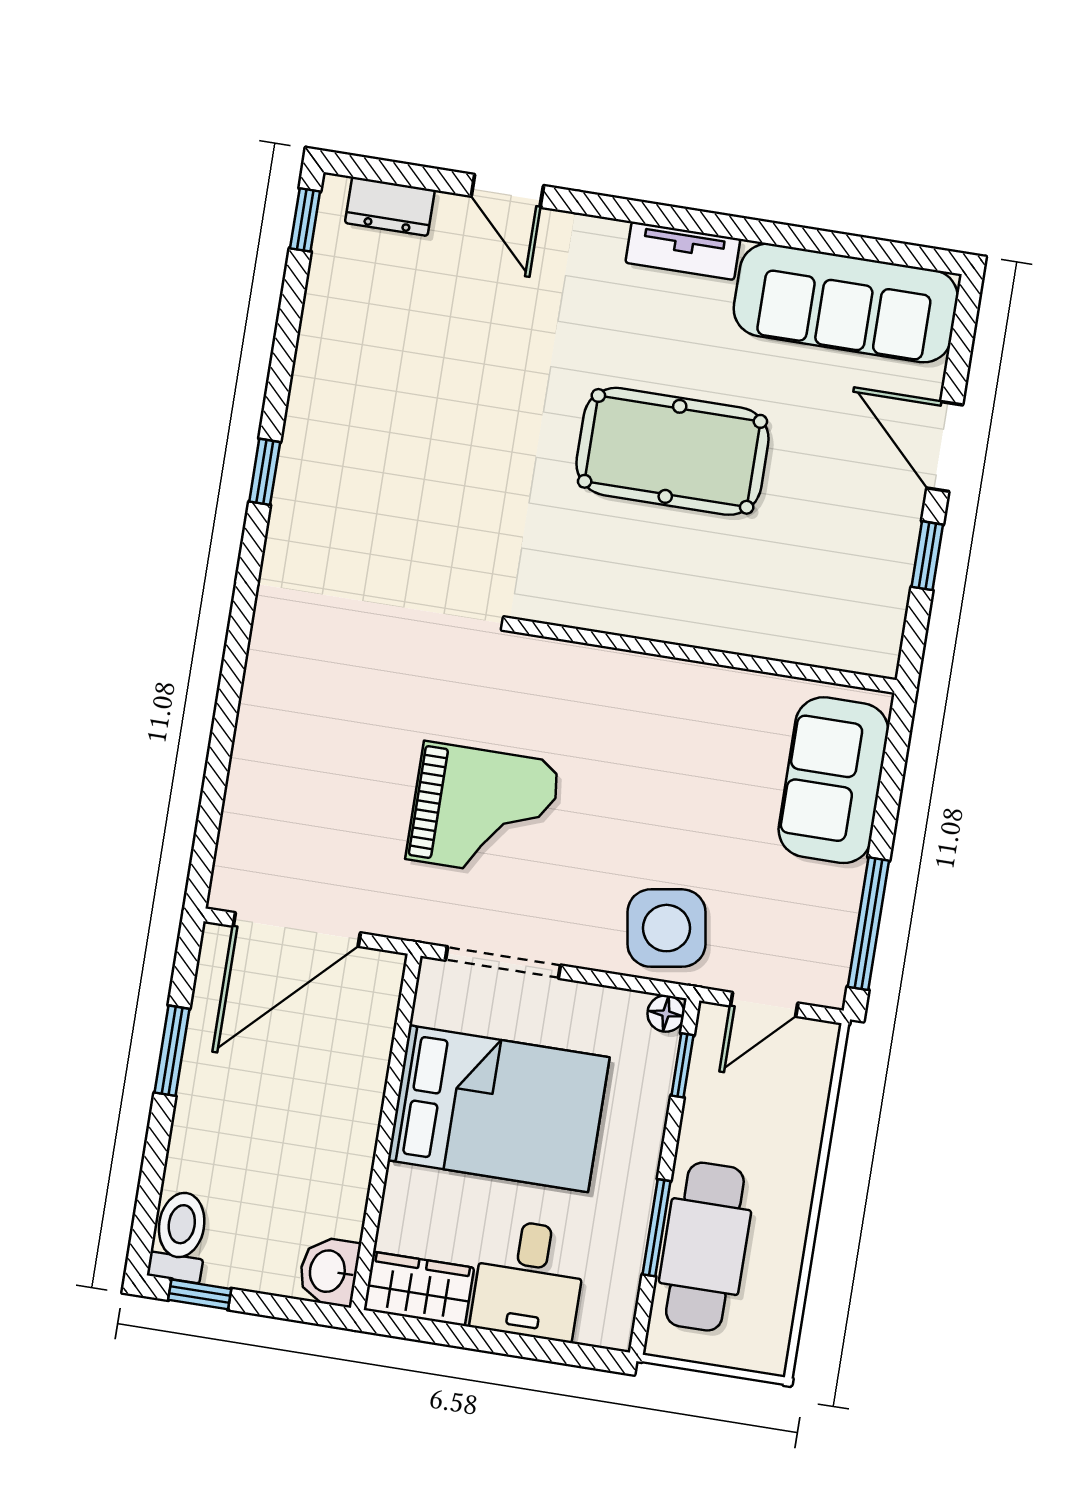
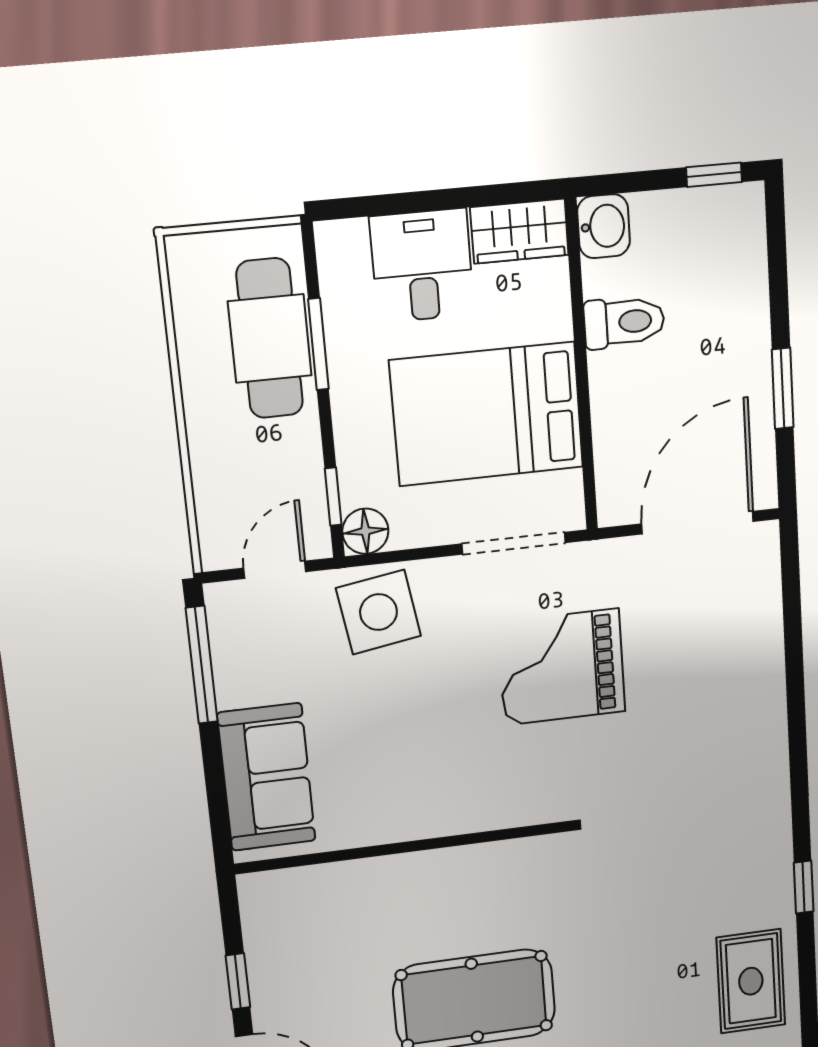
rug: (350, 375) -> (751, 981), added
floor lamp: (666, 1014) -> (365, 531), width x1.37, depth x1.37
toilet: (180, 1236) -> (624, 322), moved, turned -90

